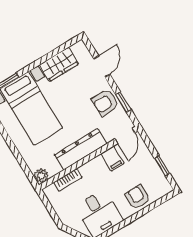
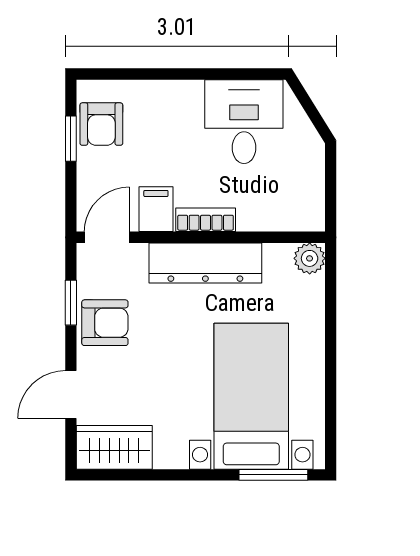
wardrobe: (59, 64) -> (114, 447), moved
bookcase: (68, 180) -> (206, 220), moved
armchair: (137, 197) -> (101, 124), moved

